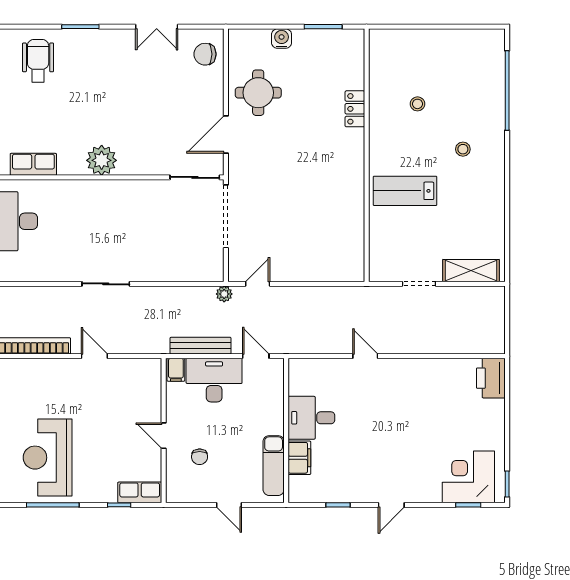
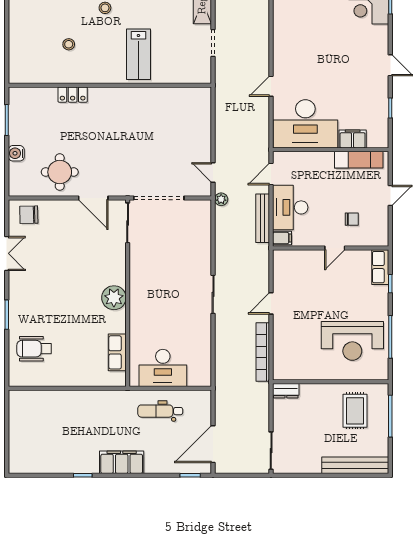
chair: (205, 54) -> (29, 215), turned 89
desk: (311, 418) -> (305, 124), width x1.87, depth x1.30

